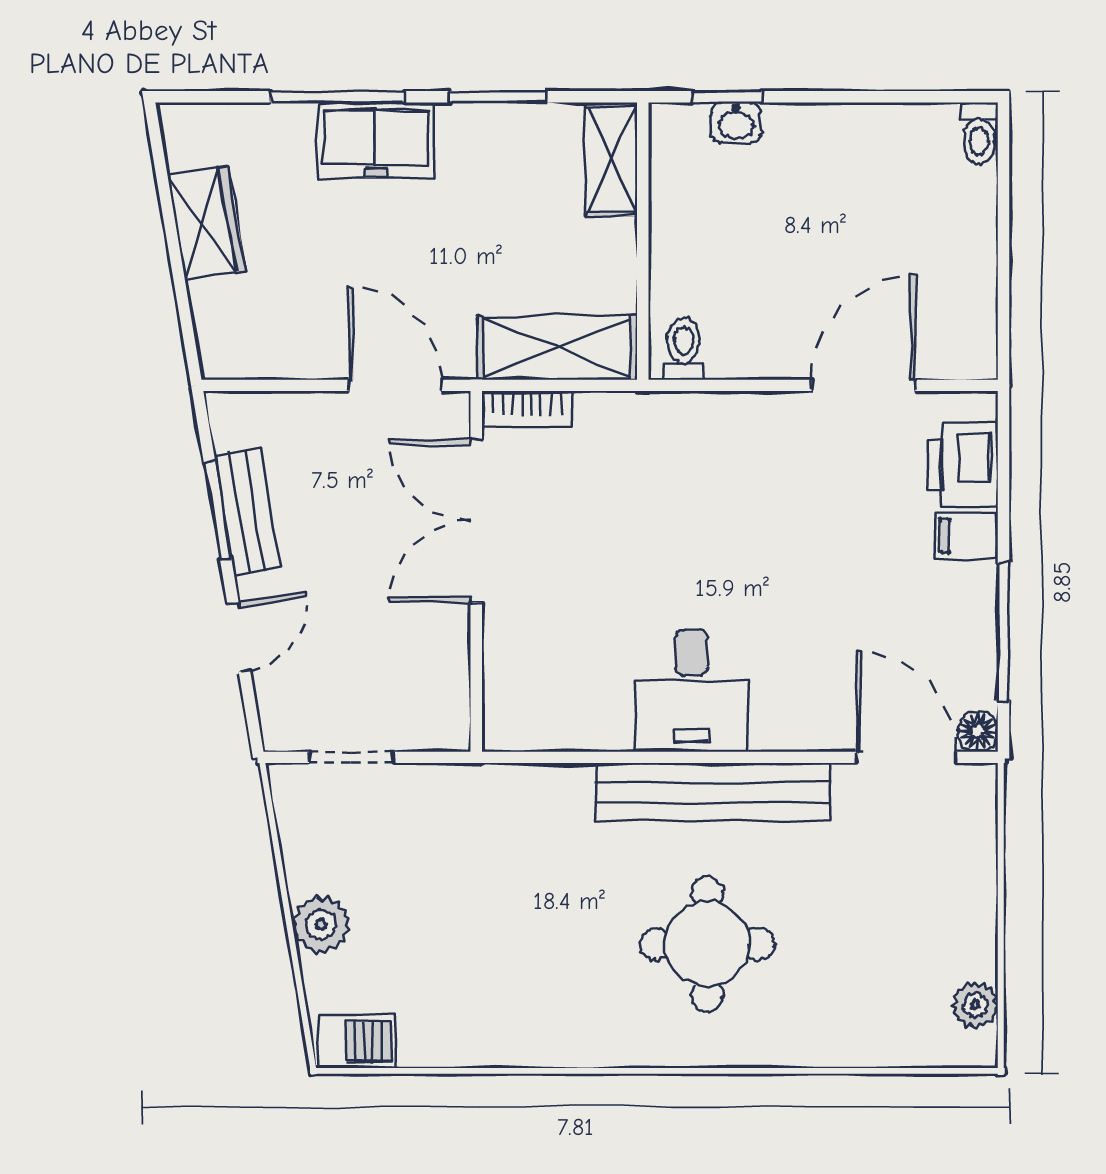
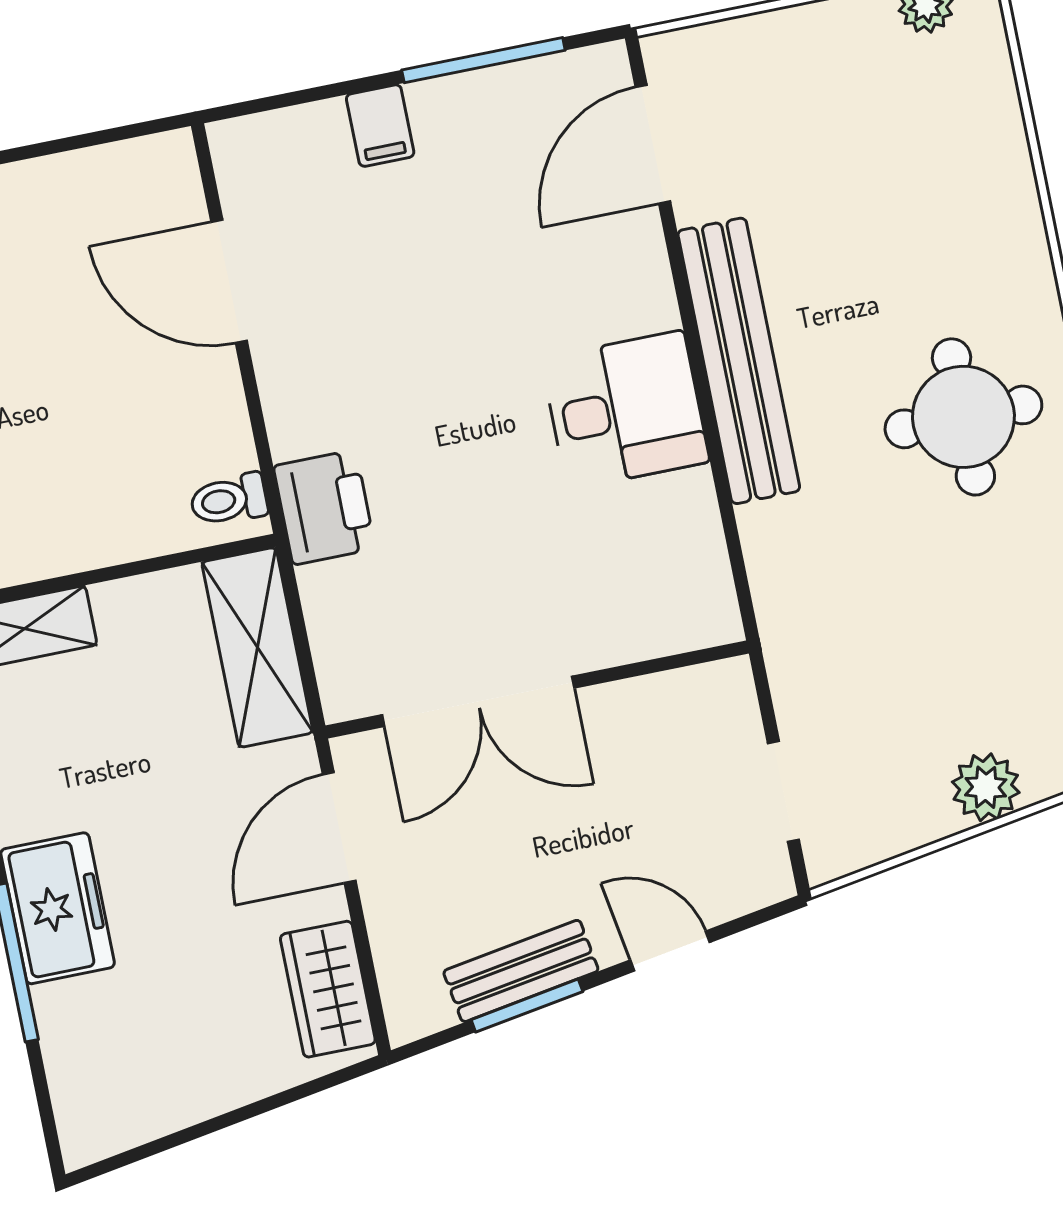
wardrobe: (207, 223) -> (328, 989), moved, turned -81
bookcase: (527, 409) -> (336, 669), removed
printer: (963, 465) -> (324, 507), moved, turned -90
floor lamp: (978, 731) -> (606, 67), removed
round table: (707, 944) -> (963, 417), moved

